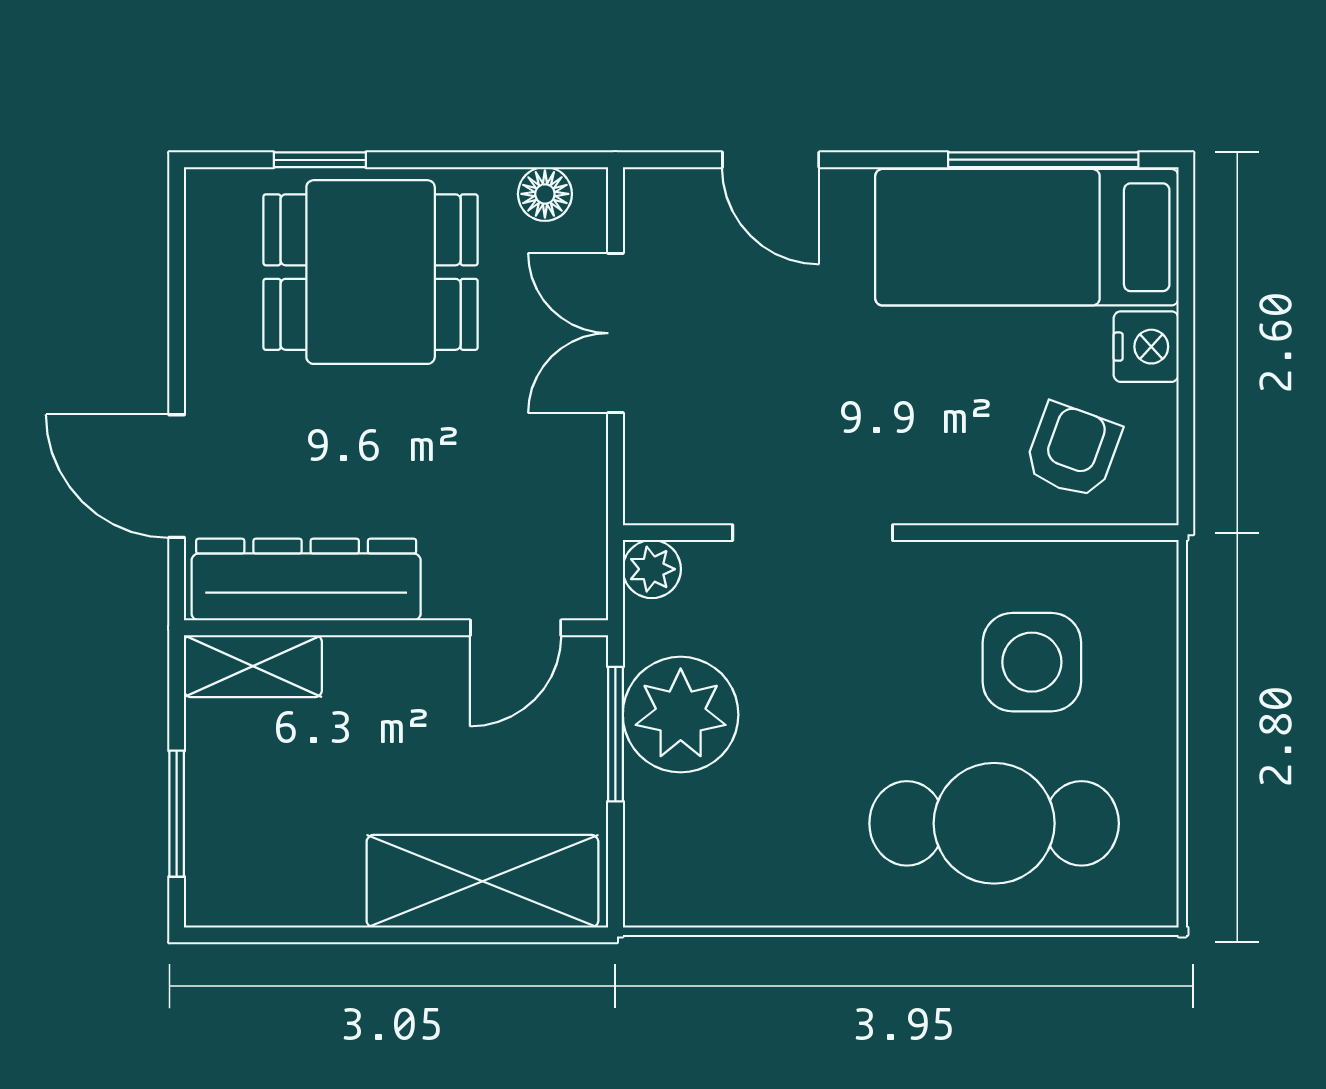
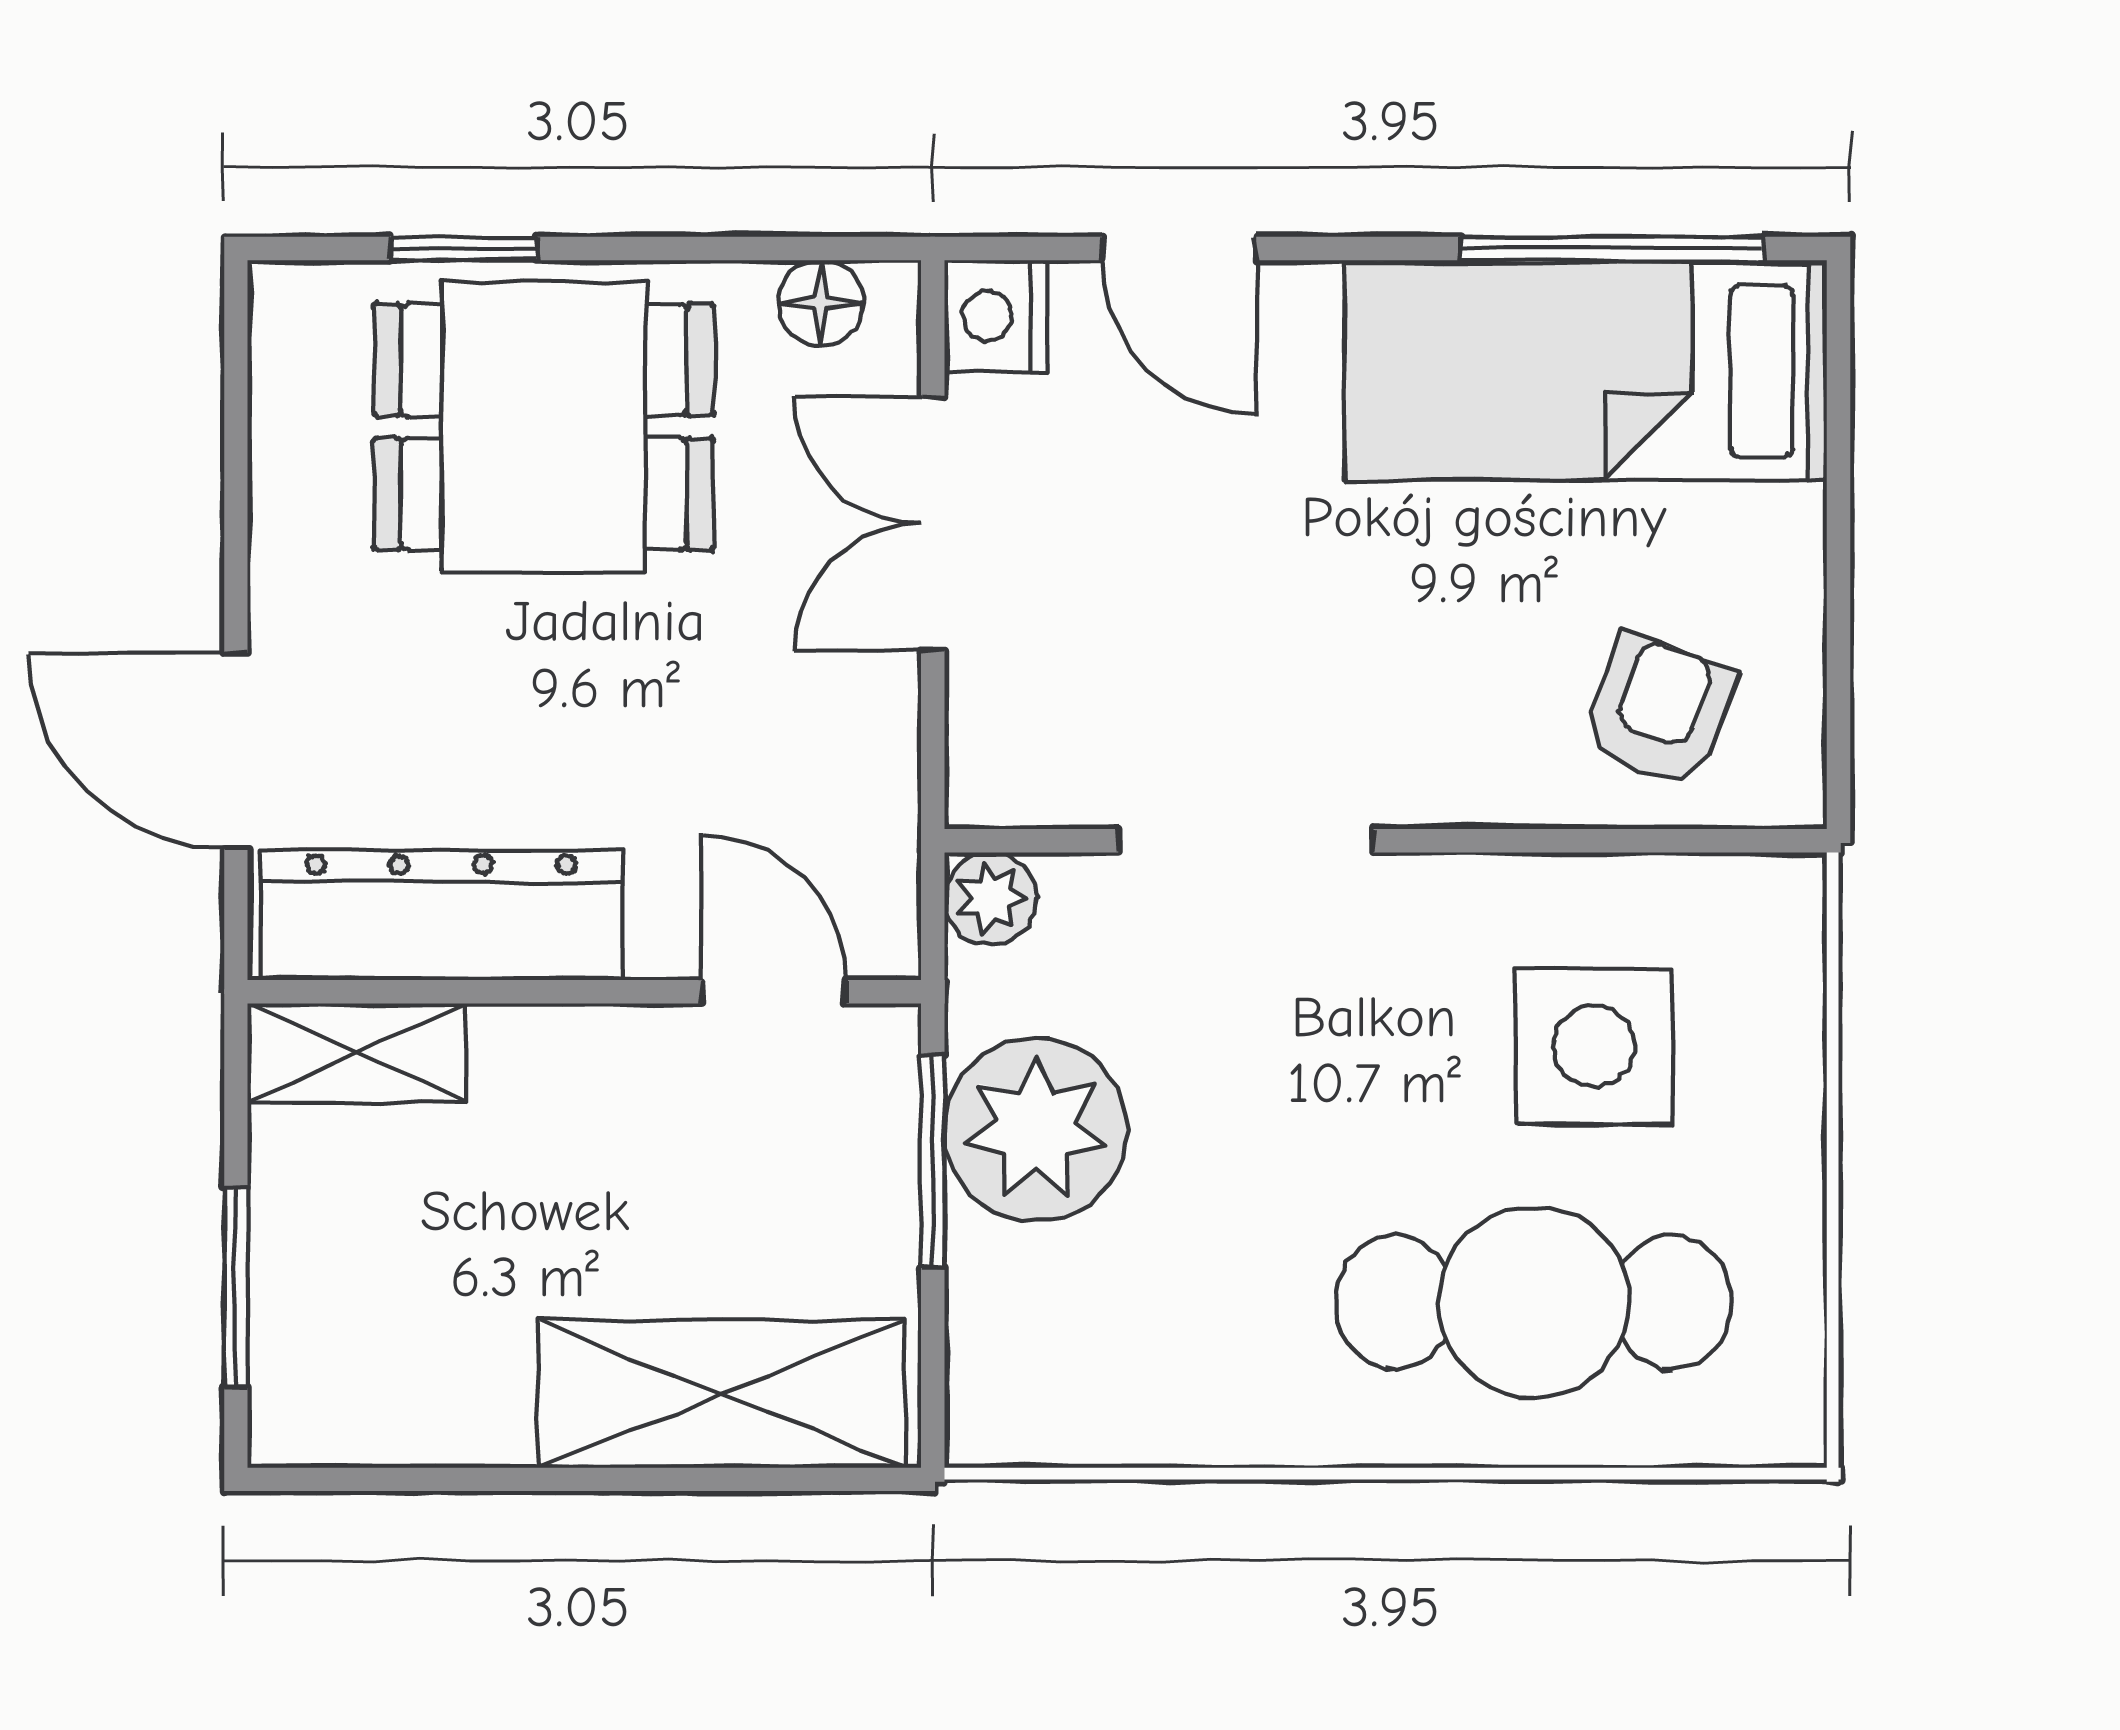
nightstand: (1146, 347) -> (996, 316), moved, turned 180
door: (516, 628) -> (774, 992), swing flipped

